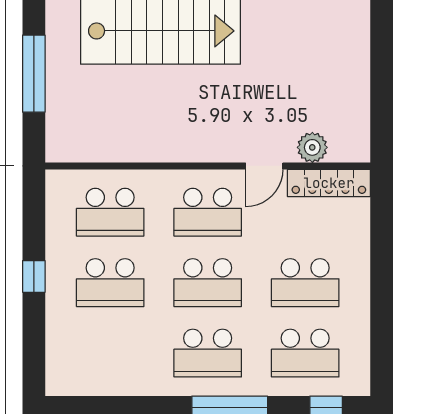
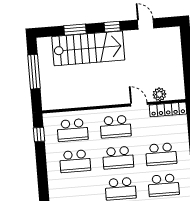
door: (264, 166) -> (139, 104), swing flipped
window: (34, 276) -> (39, 134), moved

